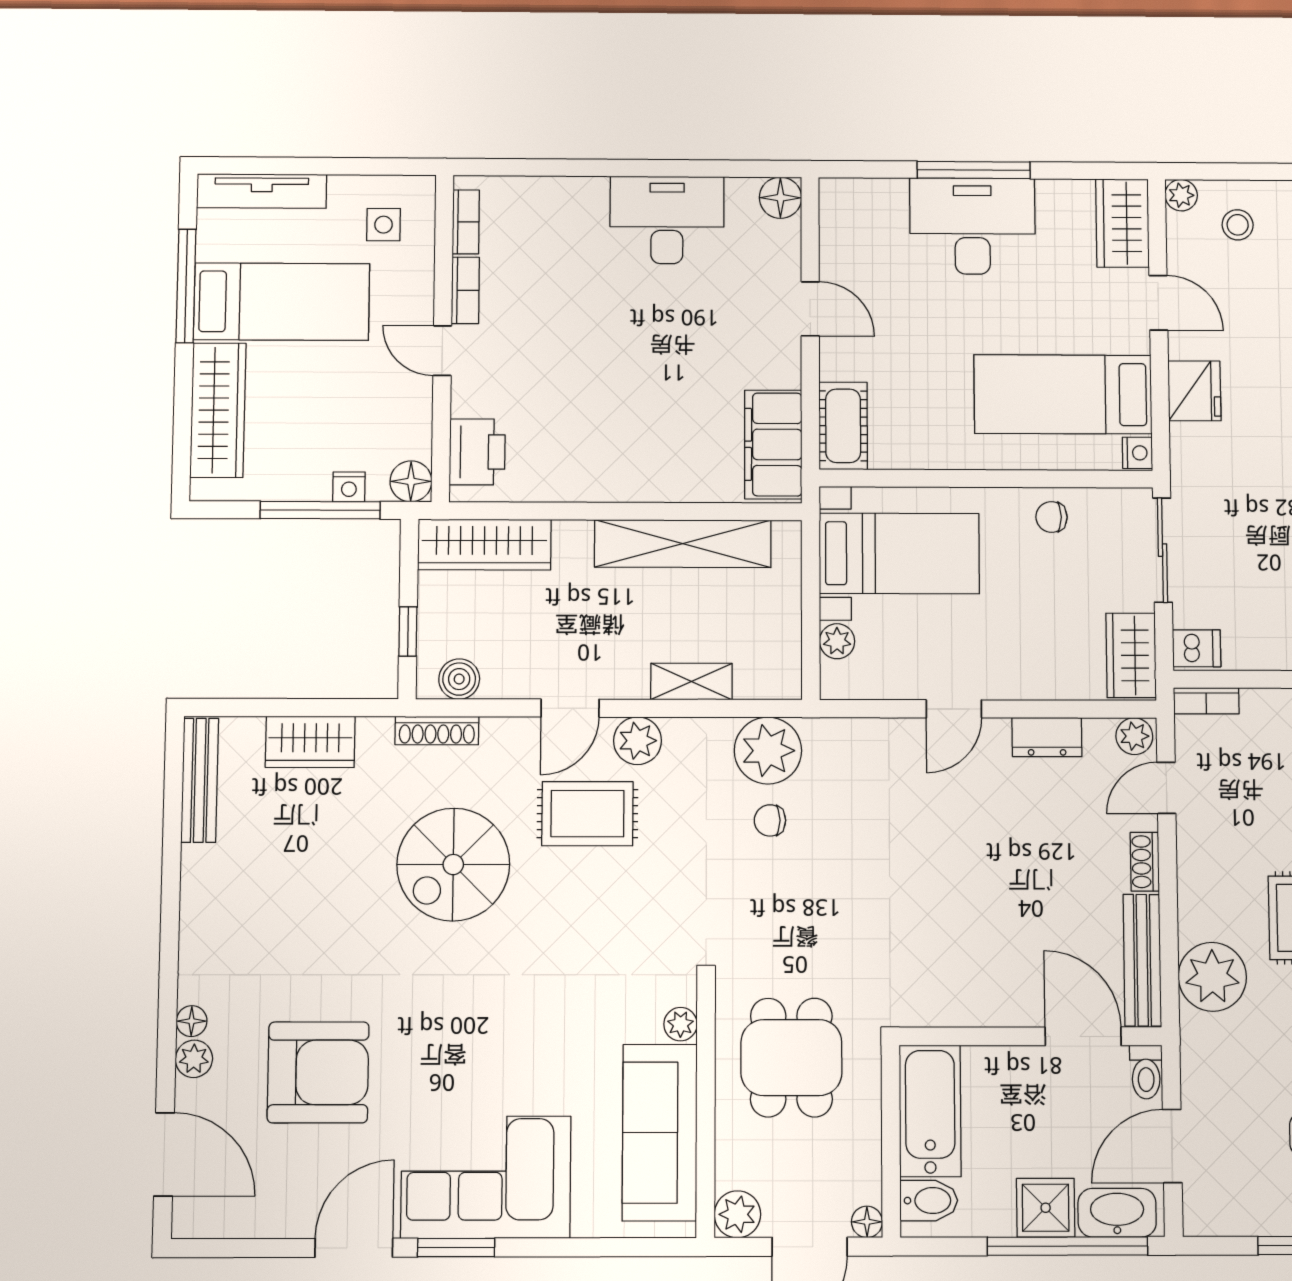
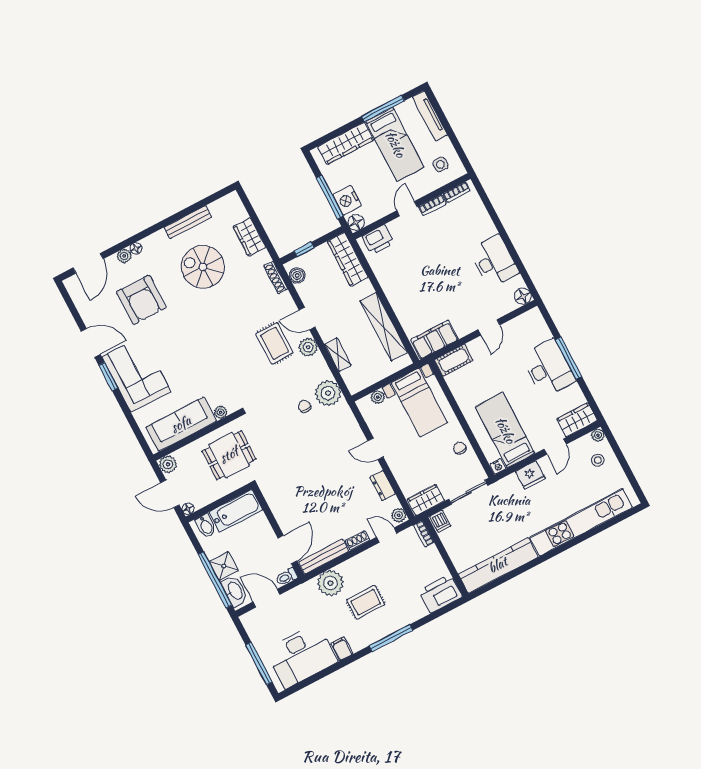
nightstand: (349, 487) -> (347, 200), width x1.89, depth x1.79
bench: (200, 780) -> (188, 222), moved
spiral stairs: (453, 865) -> (203, 267), moved

